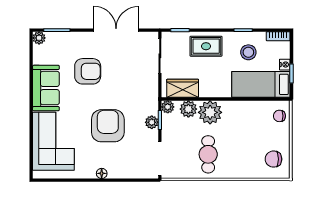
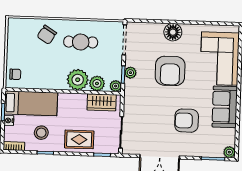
cafe table: (208, 154) -> (81, 42), turned 90
chair: (273, 159) -> (47, 35), moved, turned 122
floor lamp: (102, 173) -> (173, 32), width x1.89, depth x1.89

